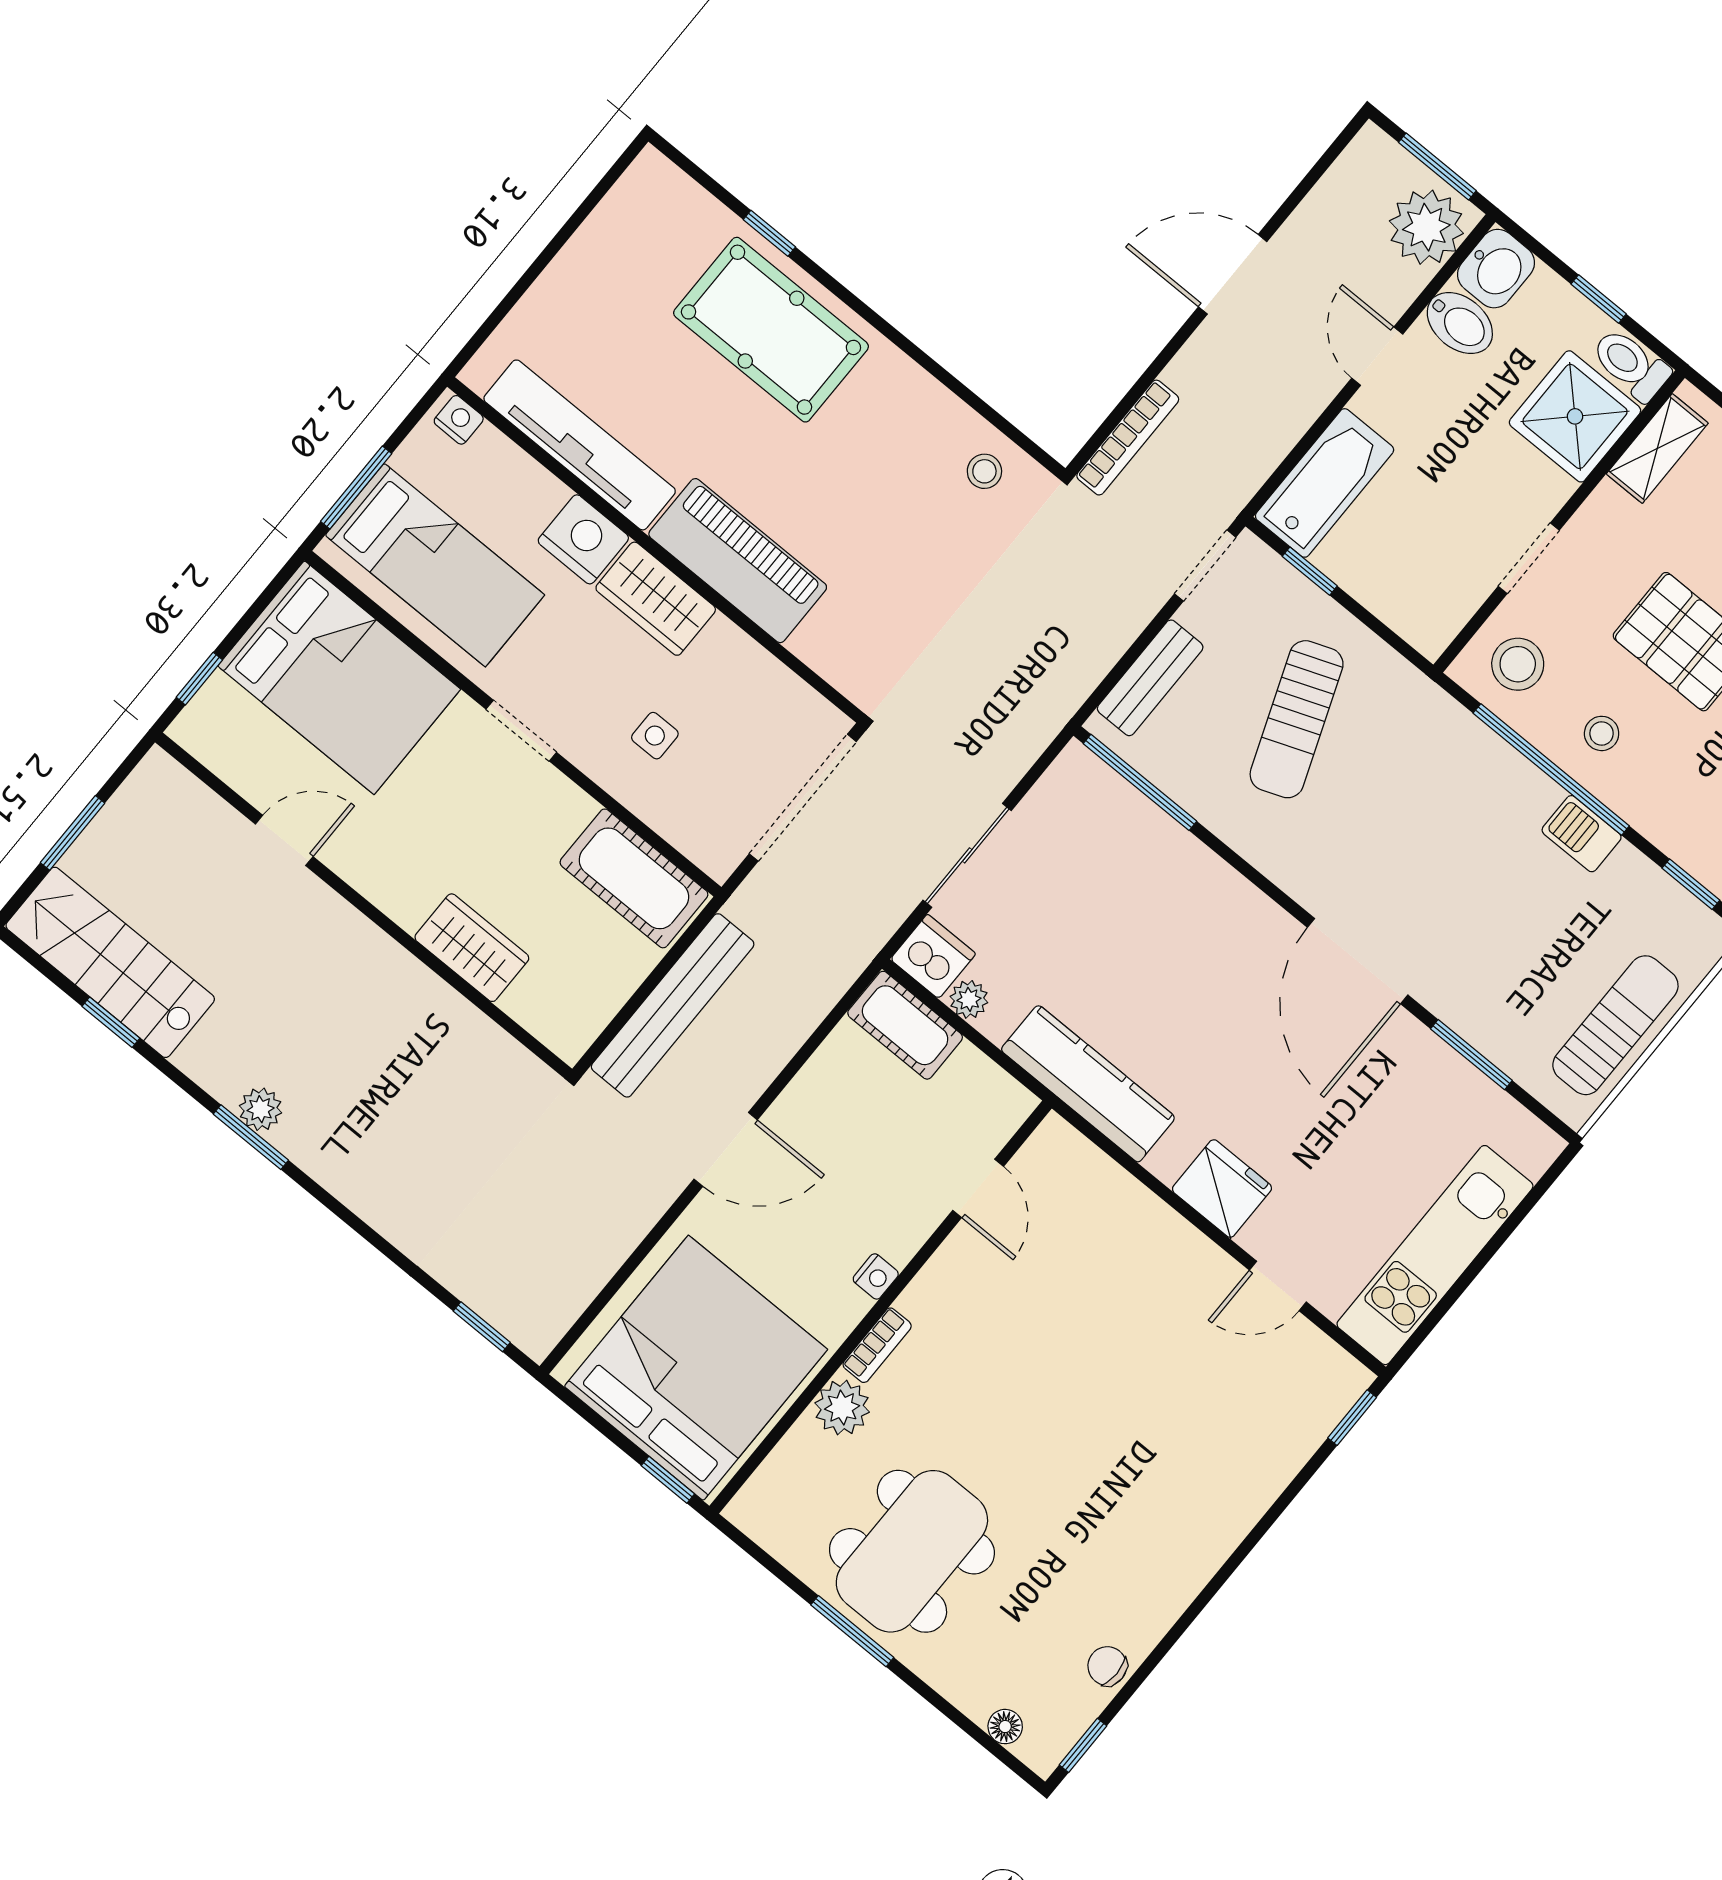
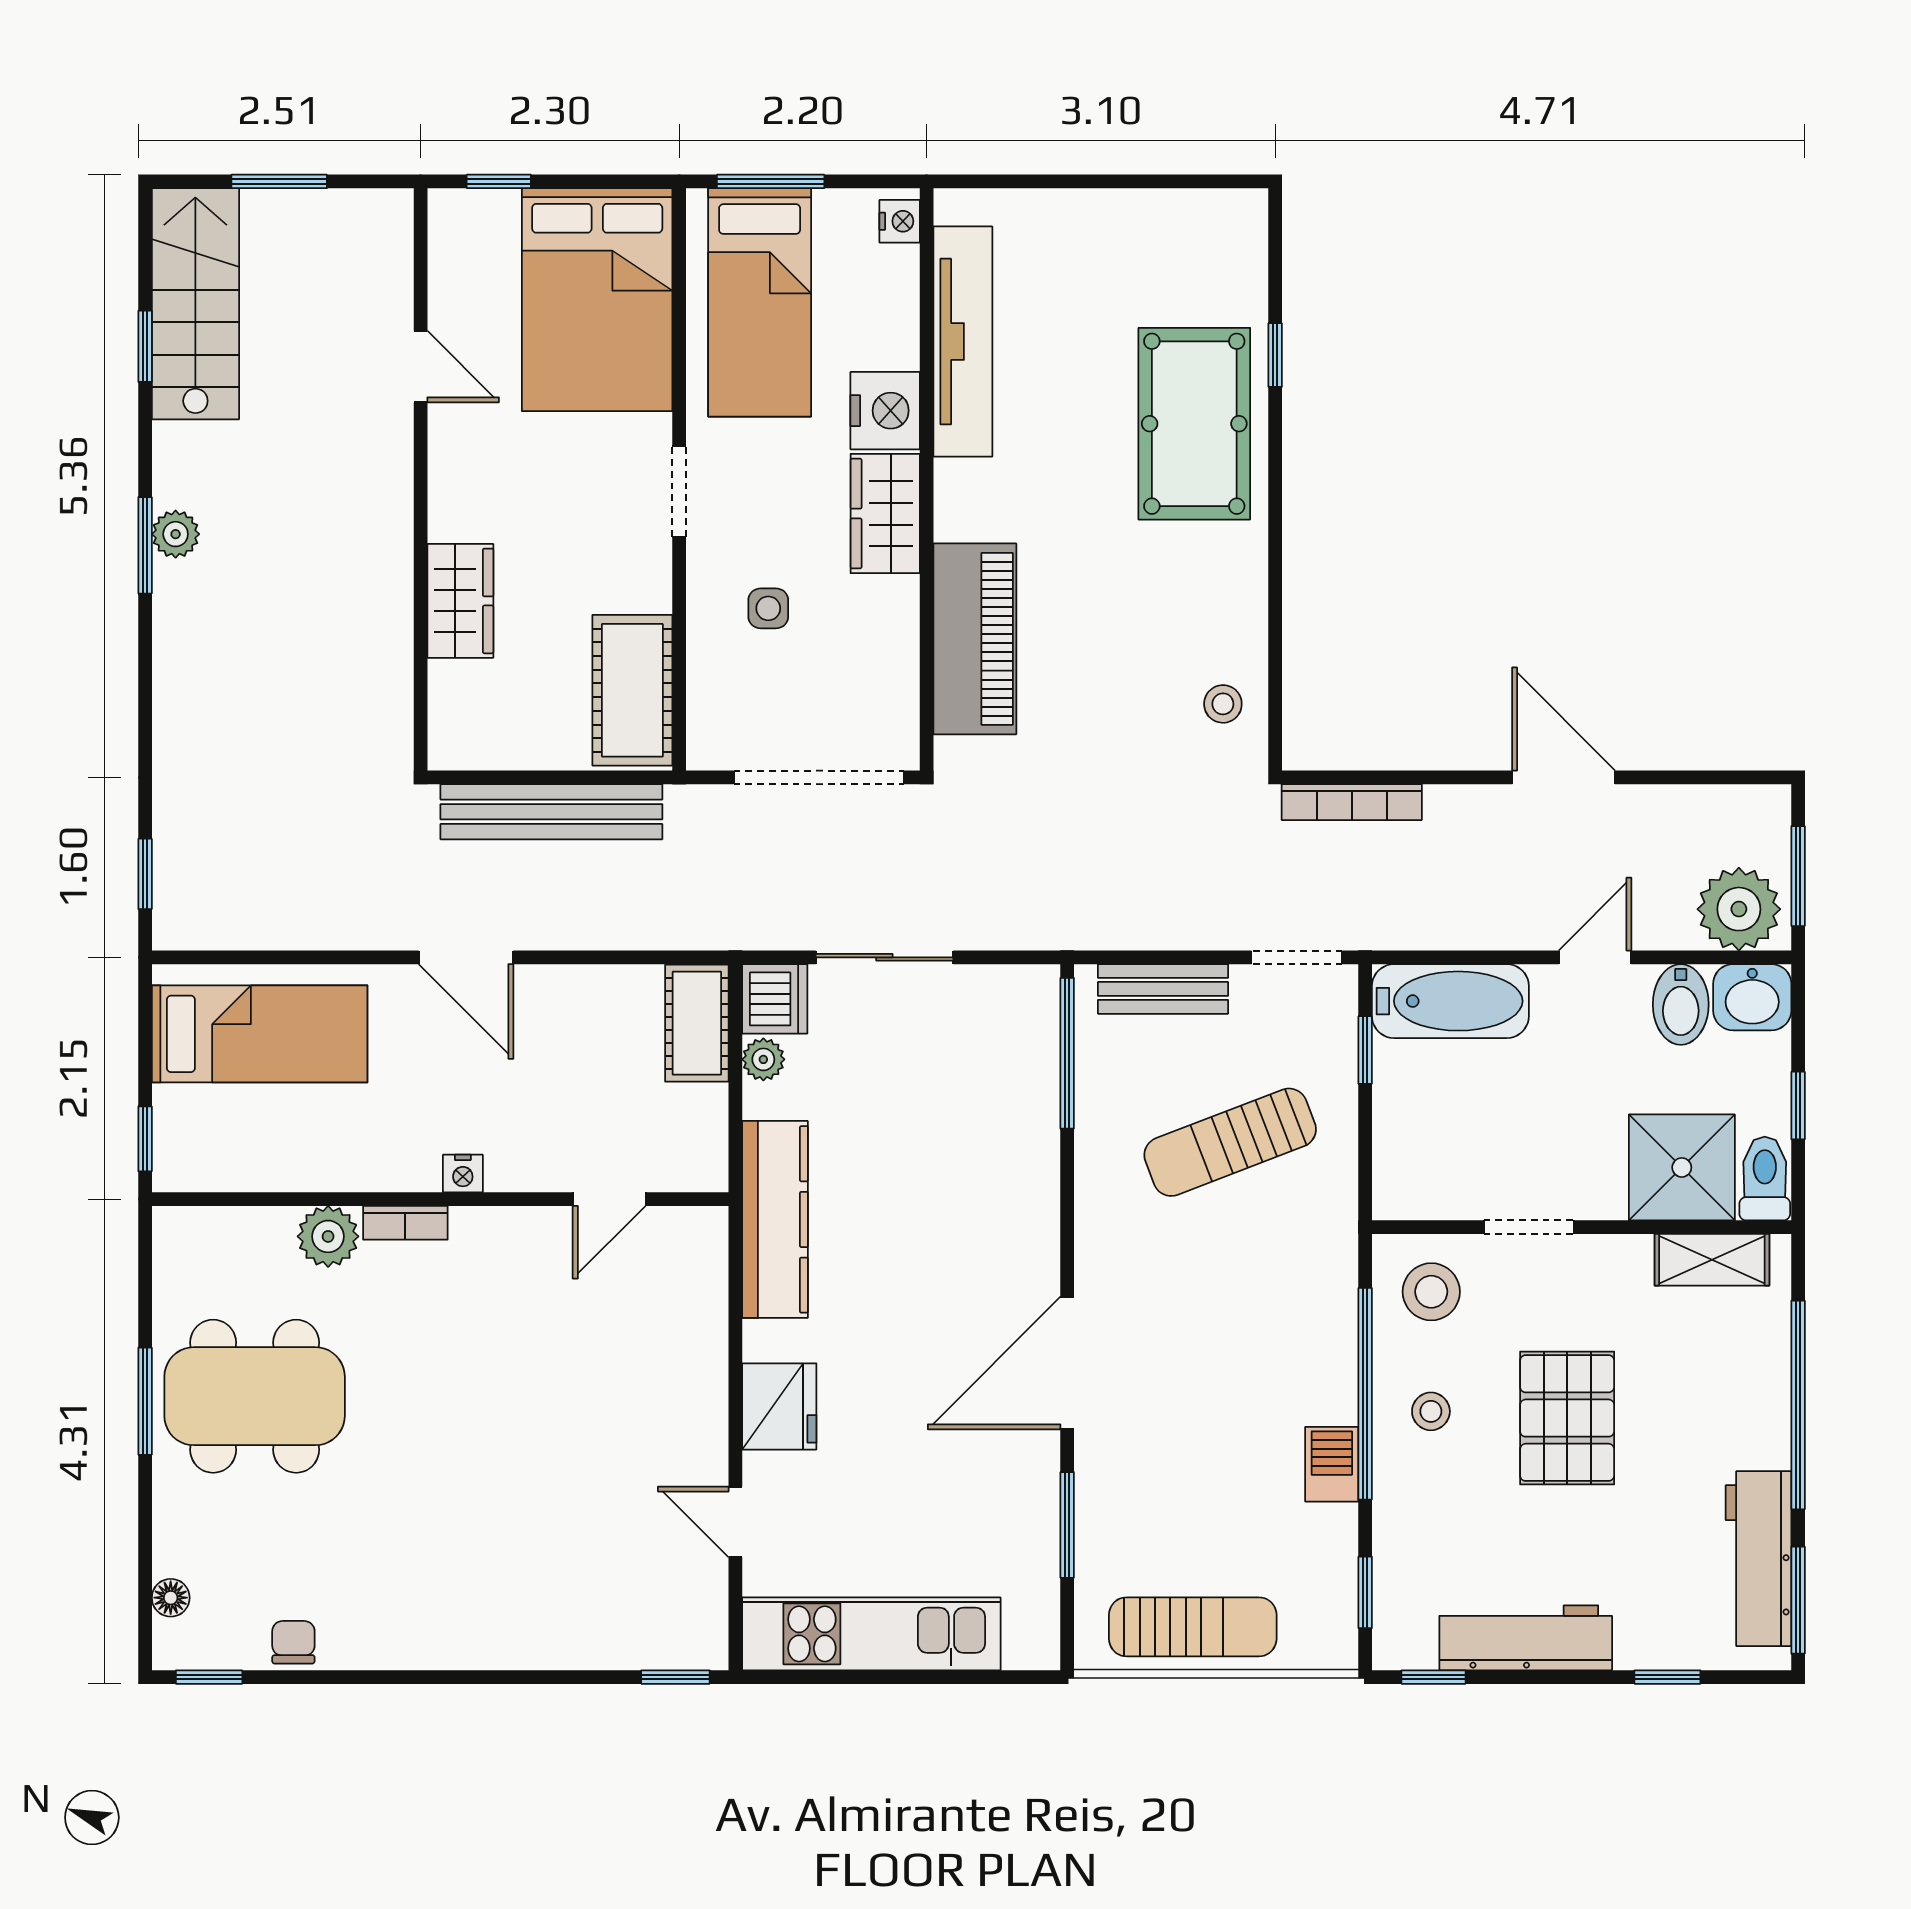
piano: (738, 561) -> (975, 639), moved
bed: (696, 1368) -> (260, 1034), width x0.49

